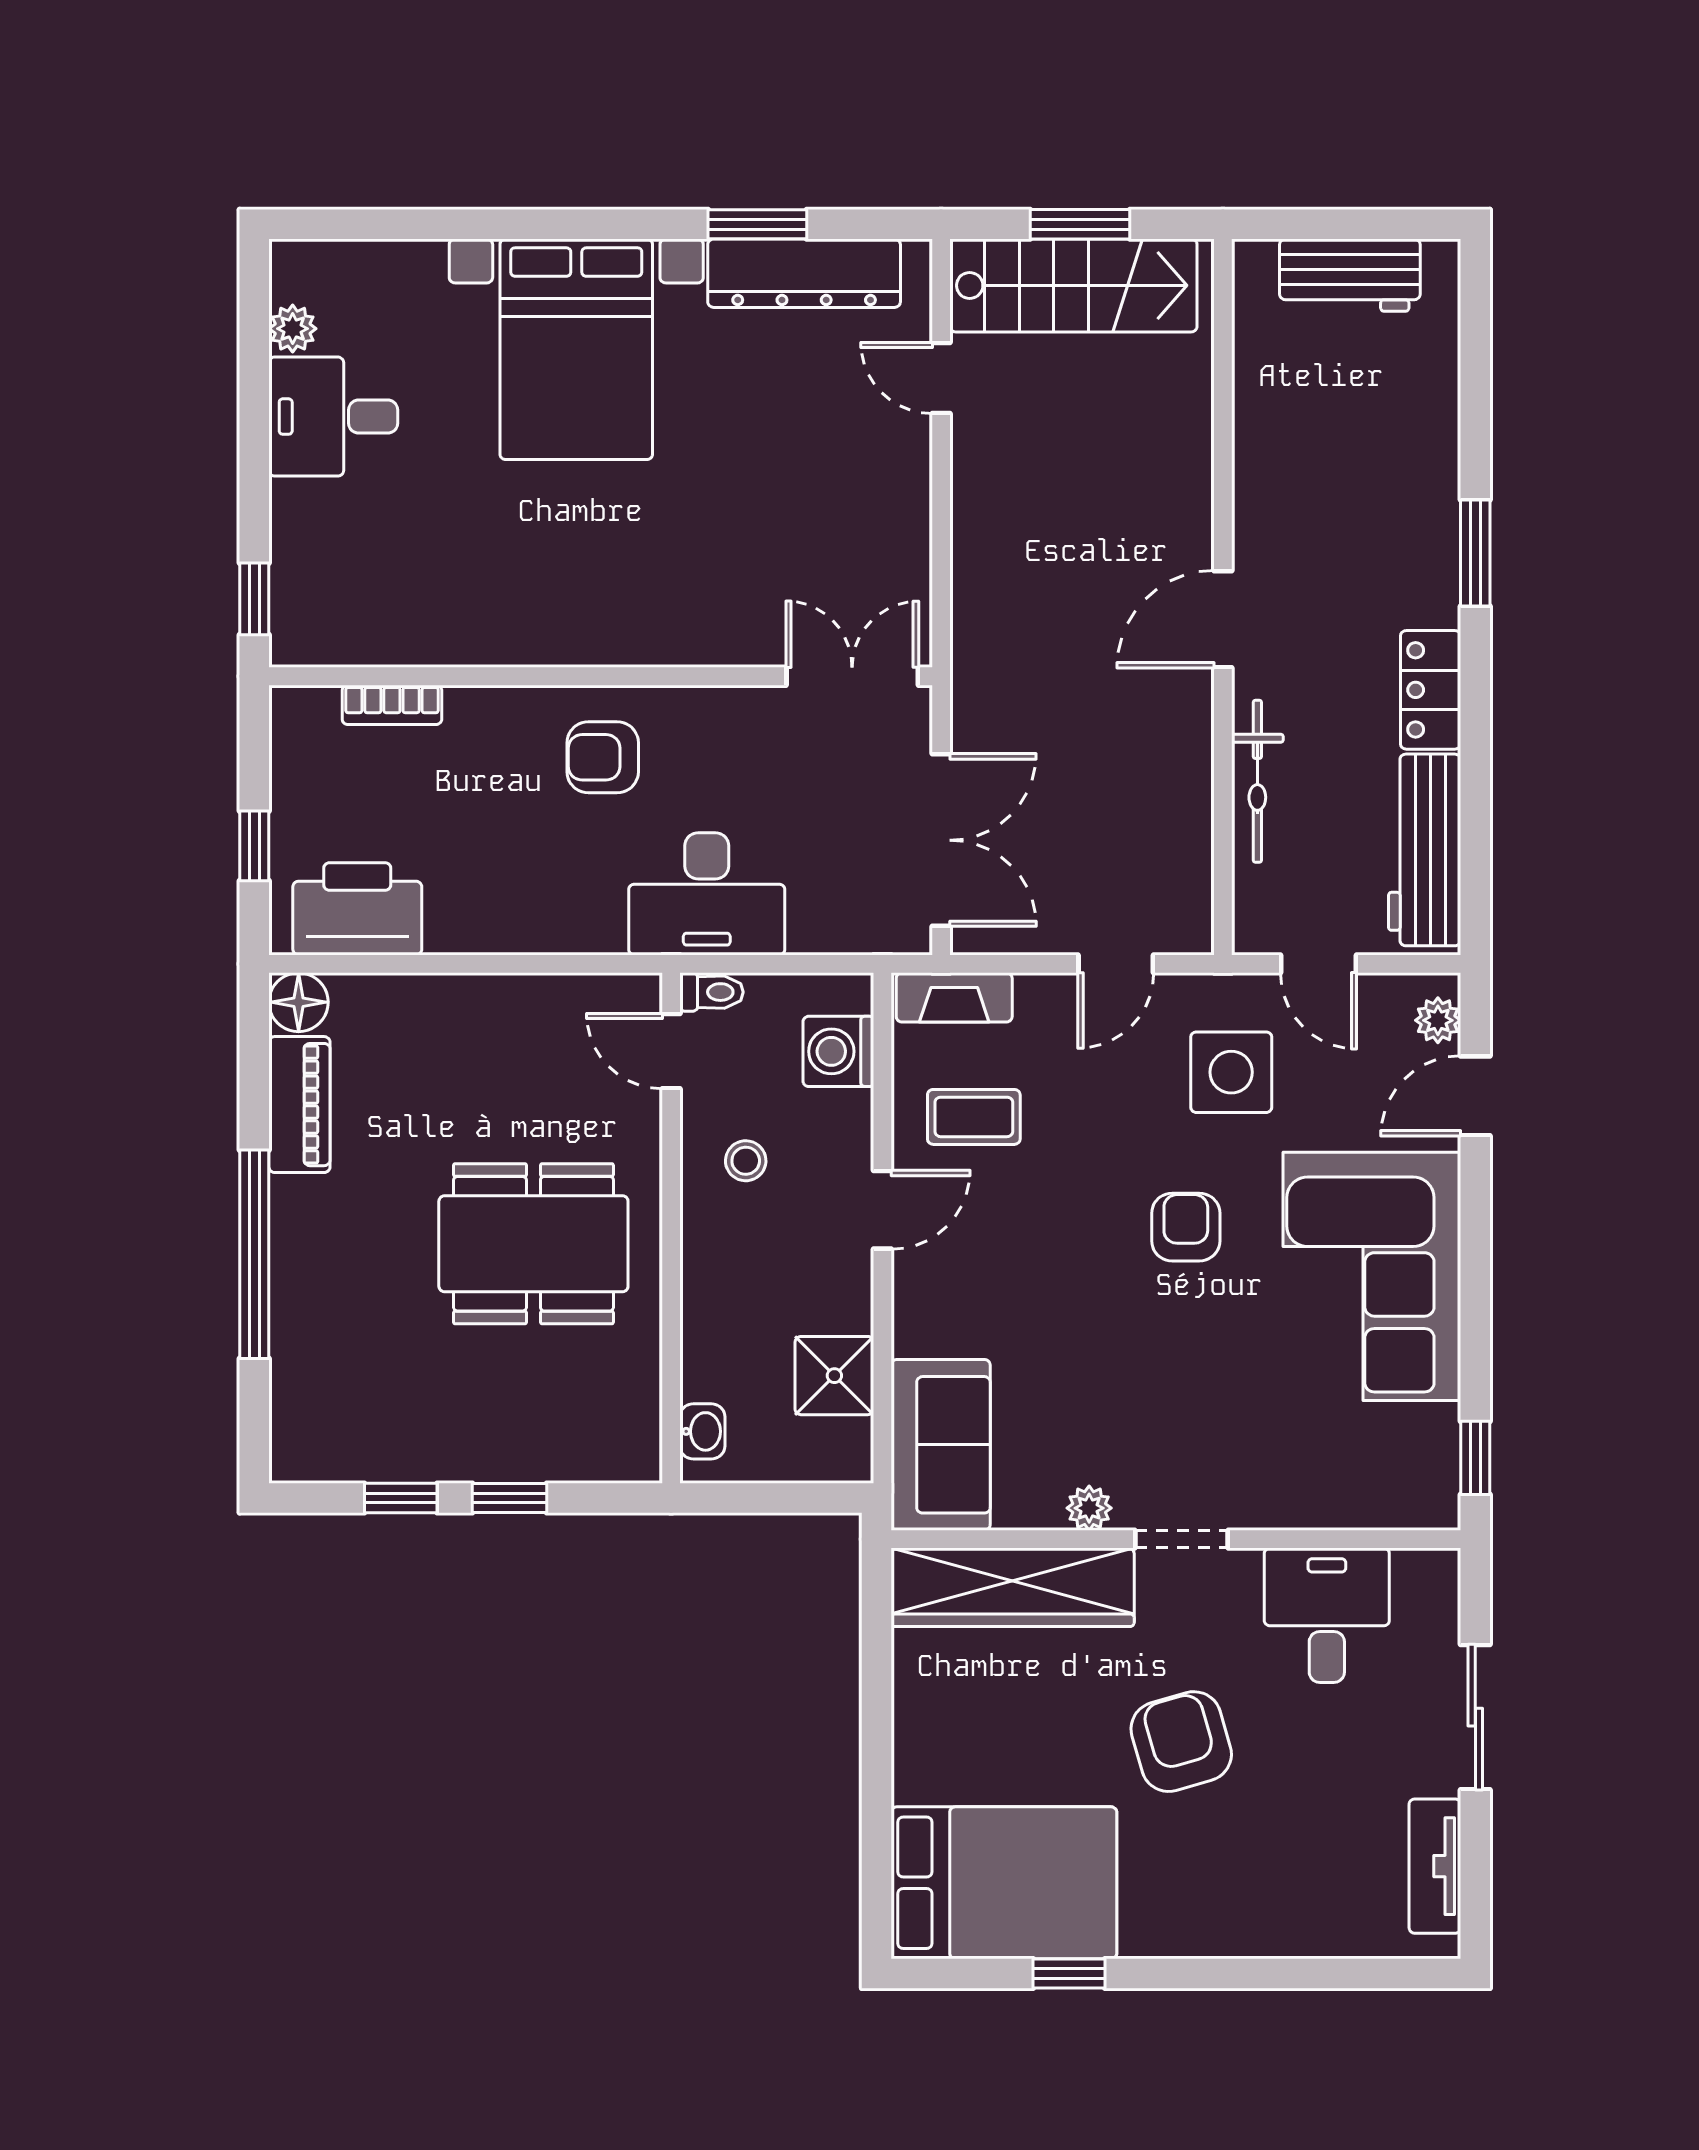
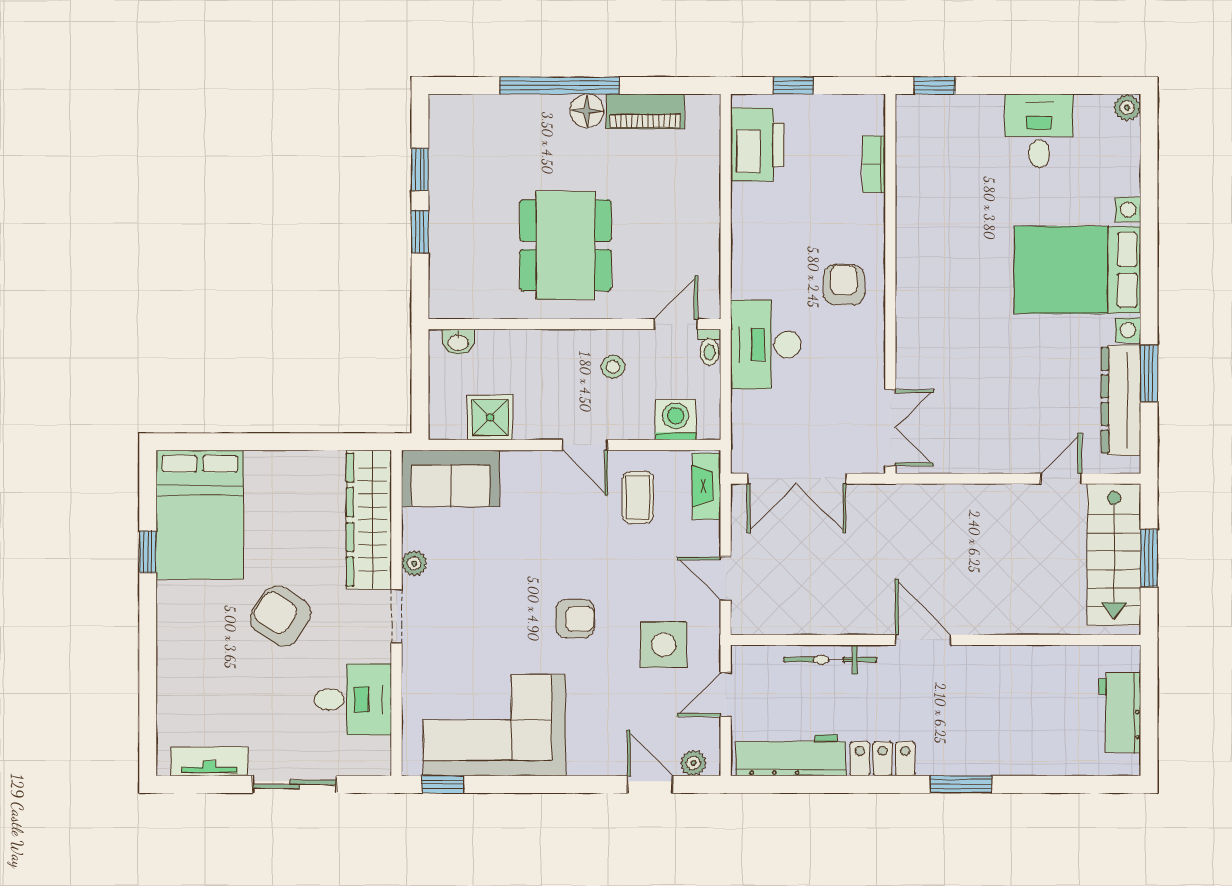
plant: (293, 329) -> (1127, 107), moved
floor lamp: (299, 1002) -> (587, 111), moved
corner sofa: (1372, 1276) -> (494, 725), moved
armchair: (1181, 1742) -> (281, 616), turned -131

